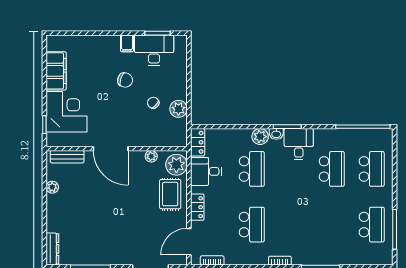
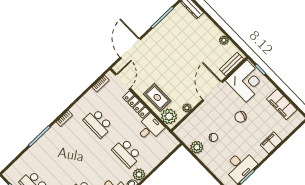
filing cabinet: (127, 43) -> (271, 143), moved, width x2.00
chair: (125, 80) -> (240, 117), moved
corner desk: (66, 112) -> (247, 81), moved, turned -90
locker: (198, 142) -> (169, 139), removed
door: (111, 149) -> (213, 91), hinge flipped
locker: (197, 207) -> (136, 104), width x1.53

